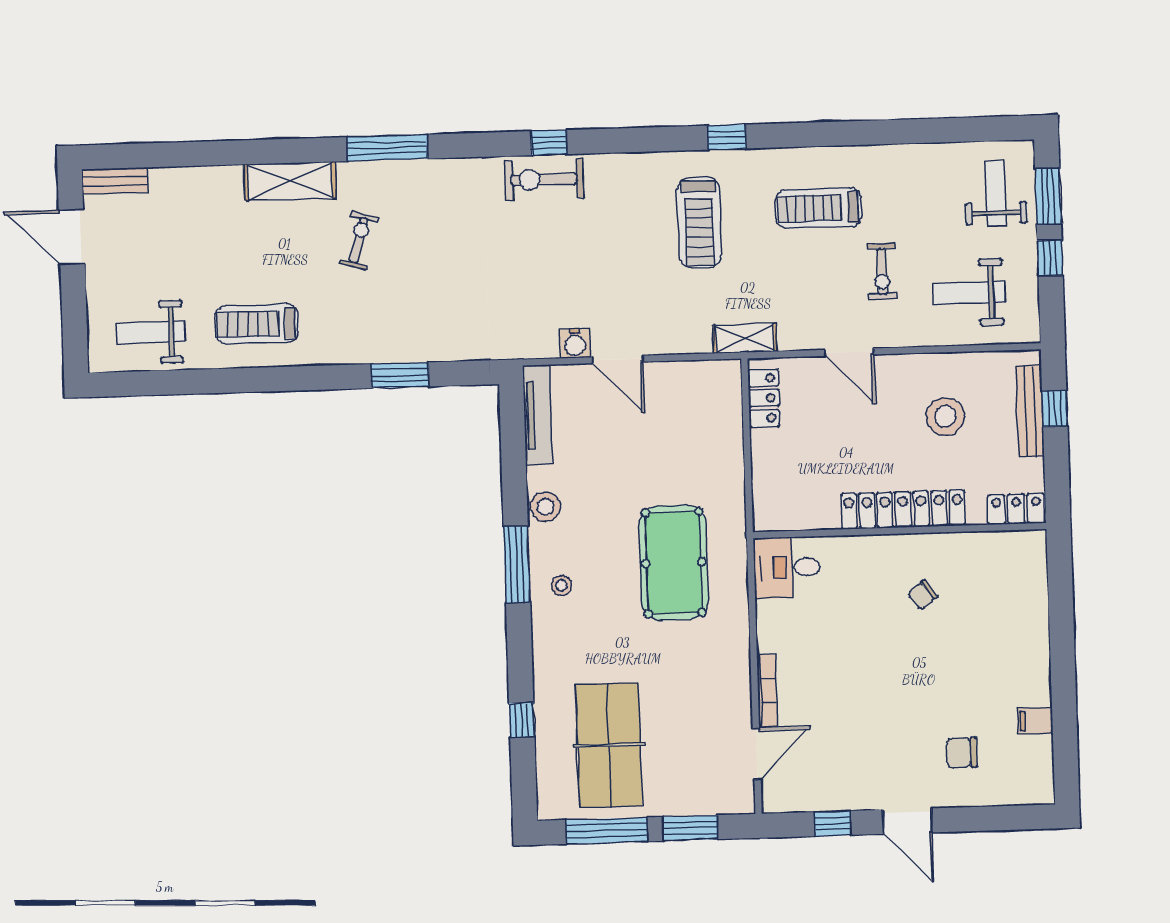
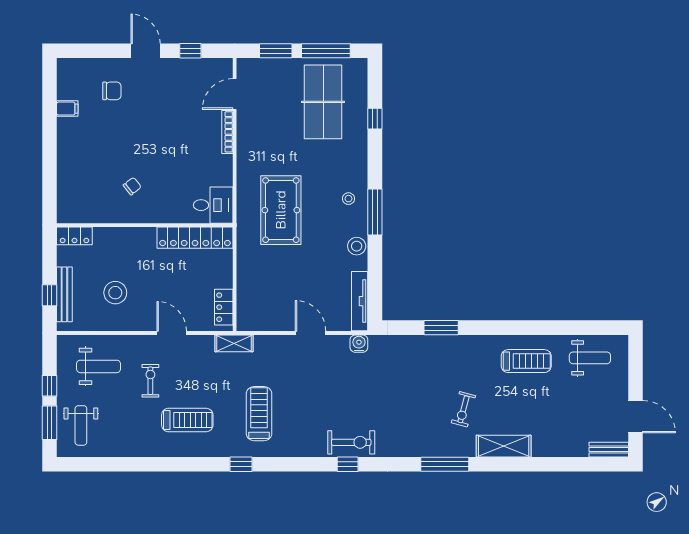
water cooler: (575, 343) -> (359, 344), moved
locker: (903, 510) -> (195, 238), moved

